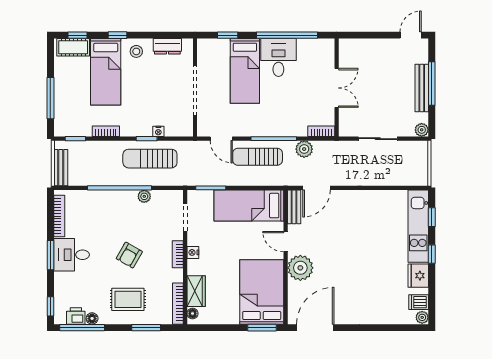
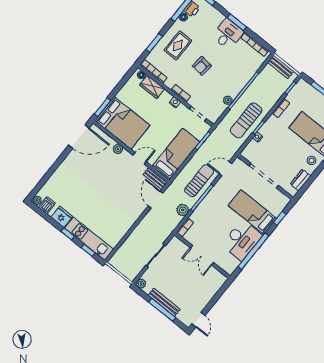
desk: (278, 58) -> (242, 240), width x1.37
sun lounger: (150, 159) -> (246, 120), turned 180
armchair: (129, 255) -> (202, 66), turned -114
plant: (300, 268) -> (118, 149), width x0.53, depth x0.53
door: (315, 328) -> (79, 137), hinge flipped

